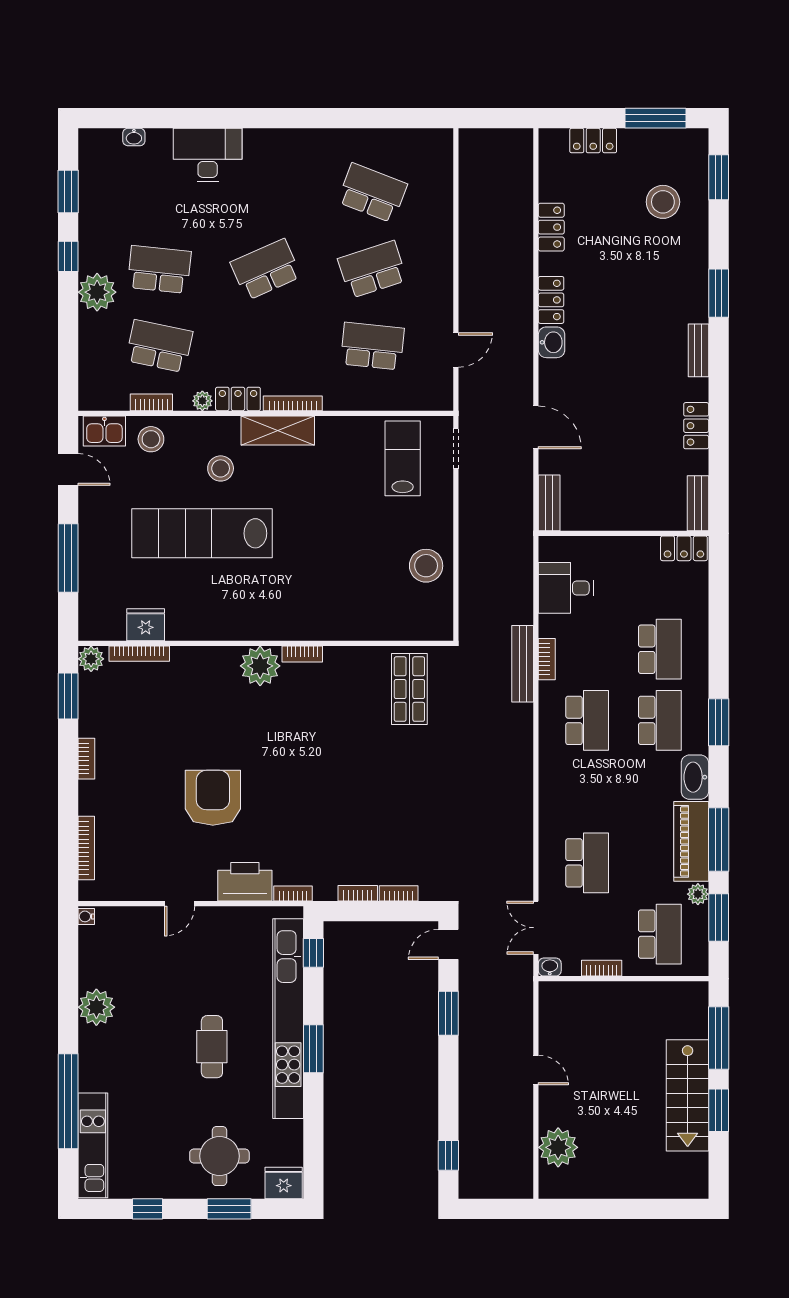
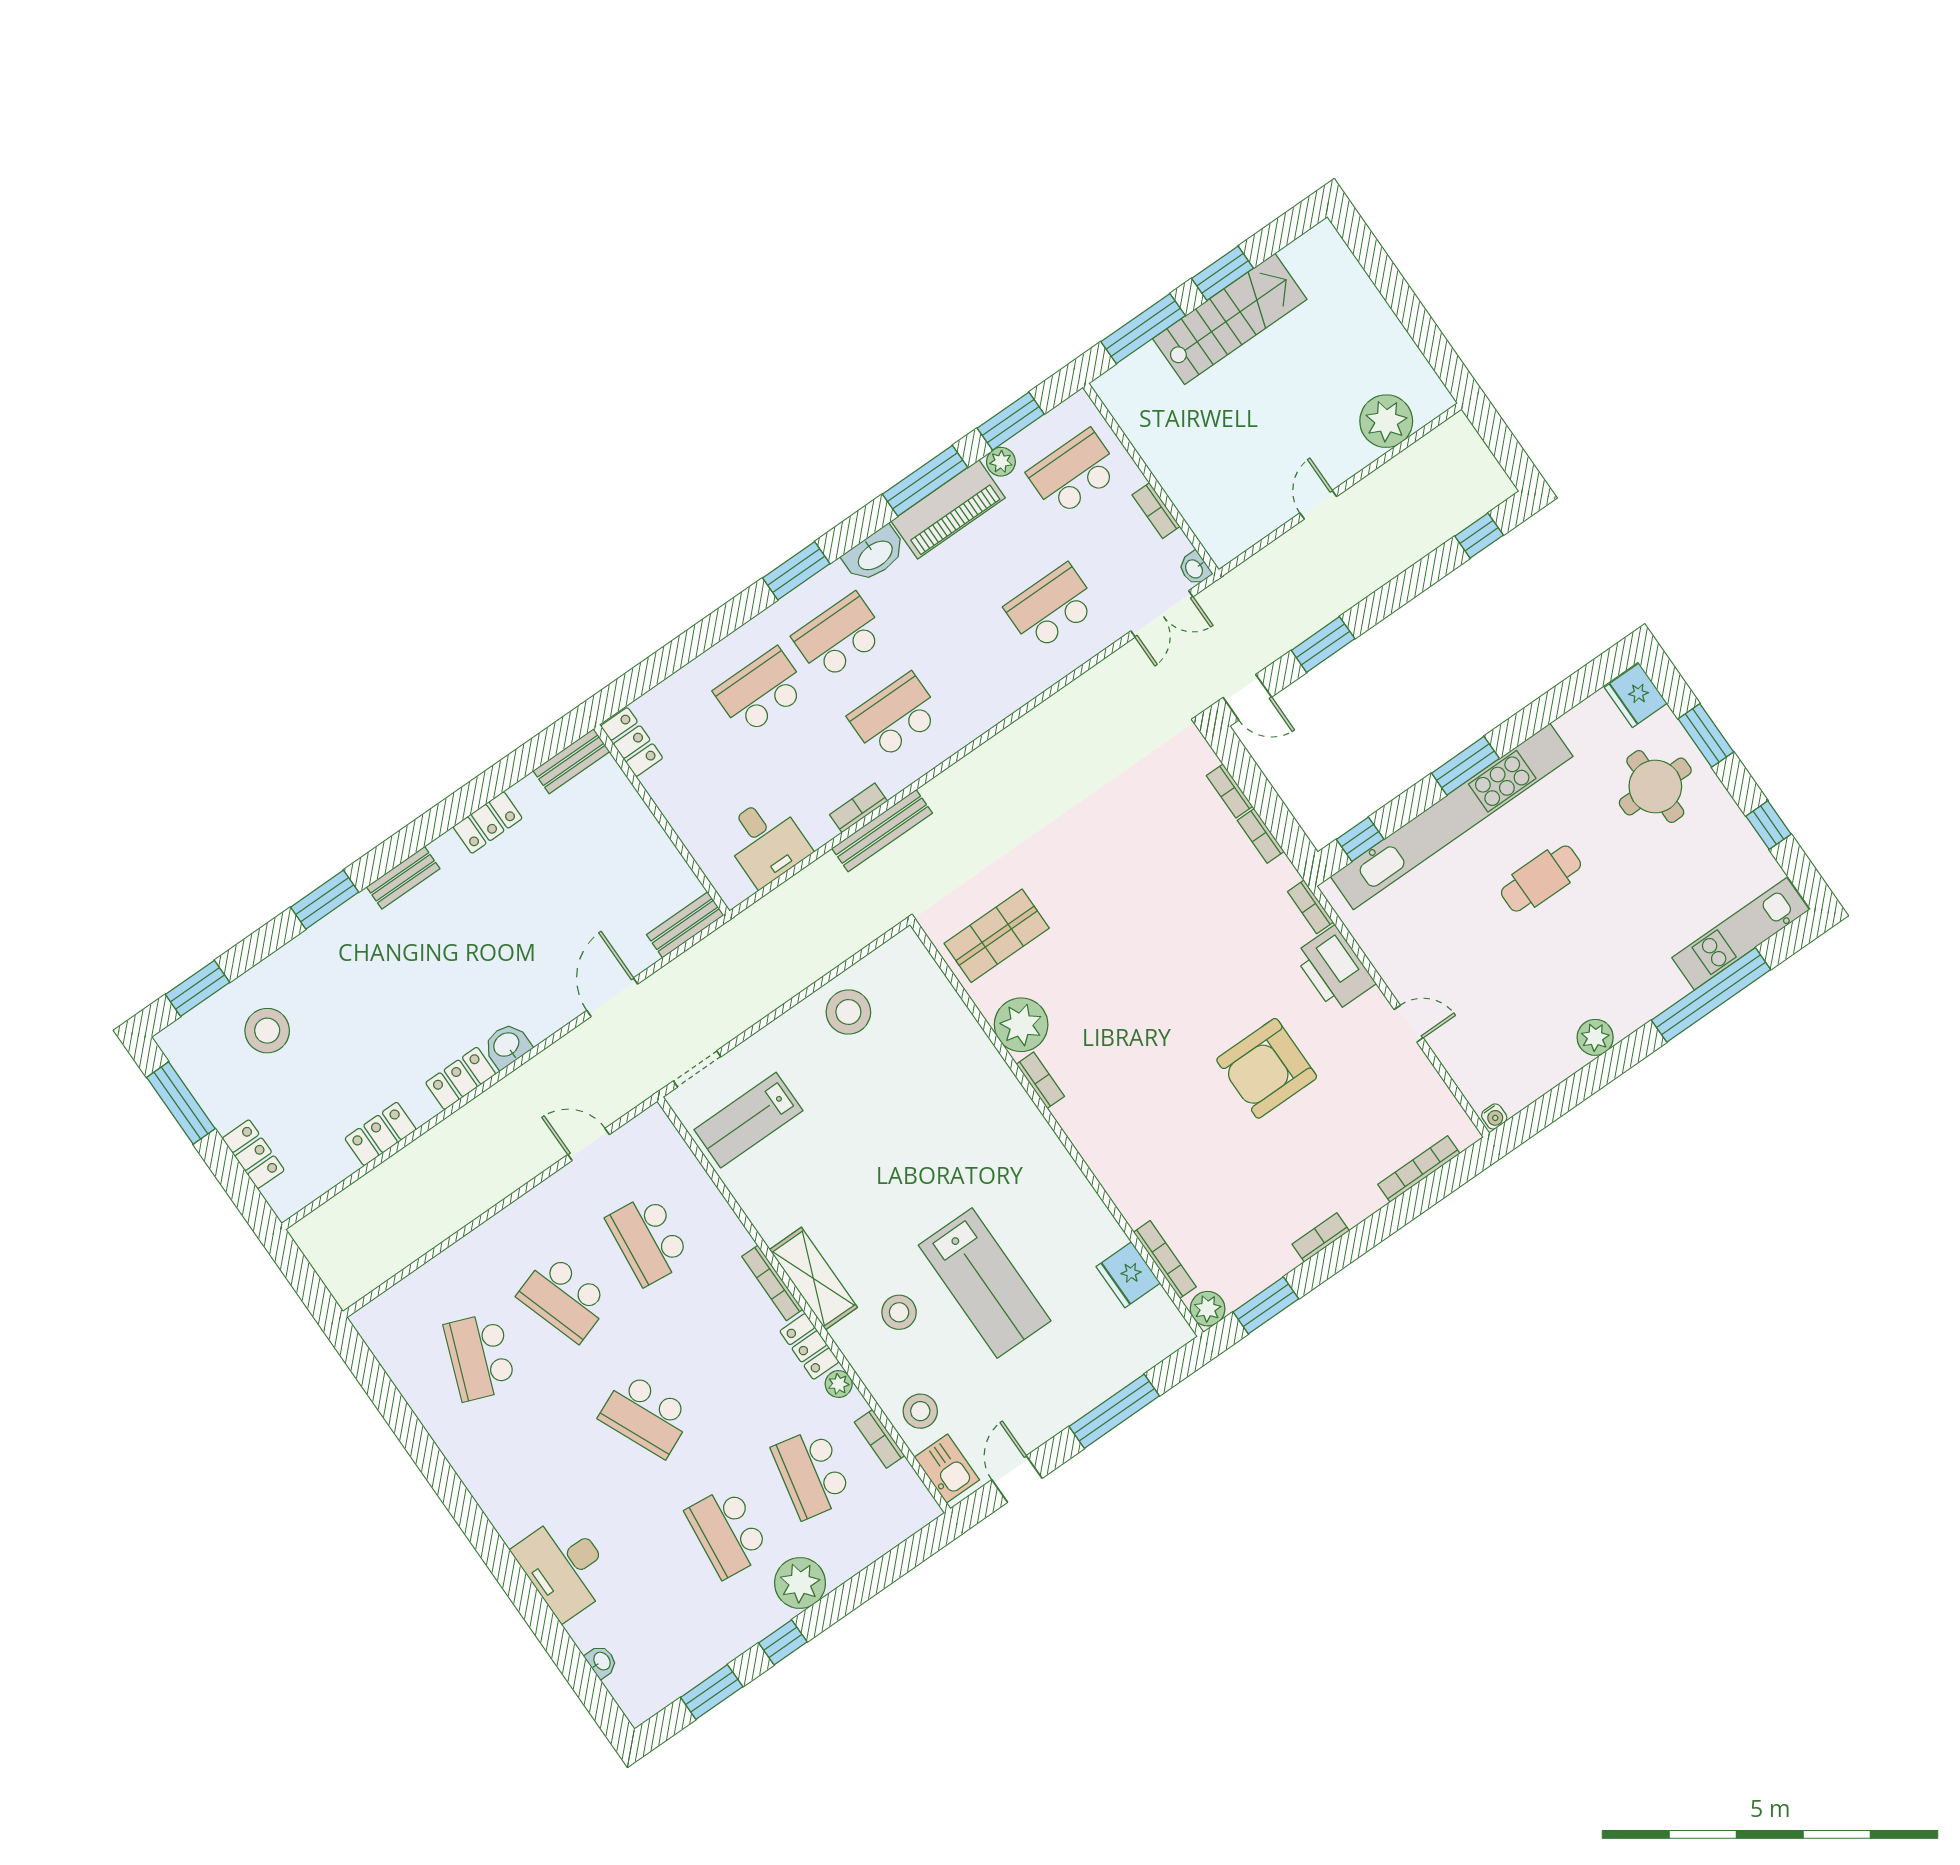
lab bench: (202, 533) -> (985, 1283), width x0.73
plant: (260, 666) -> (1021, 1025), moved
plant: (96, 1007) -> (1595, 1037), width x0.73, depth x0.73

